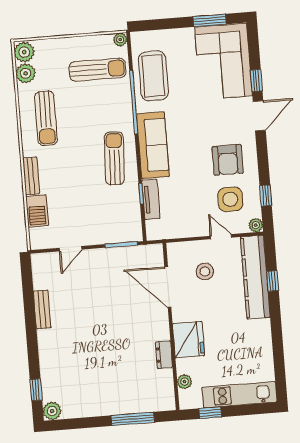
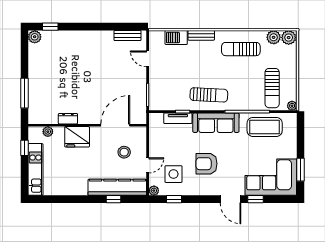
armchair: (228, 160) -> (207, 164), moved
bench: (42, 310) -> (127, 36), moved

